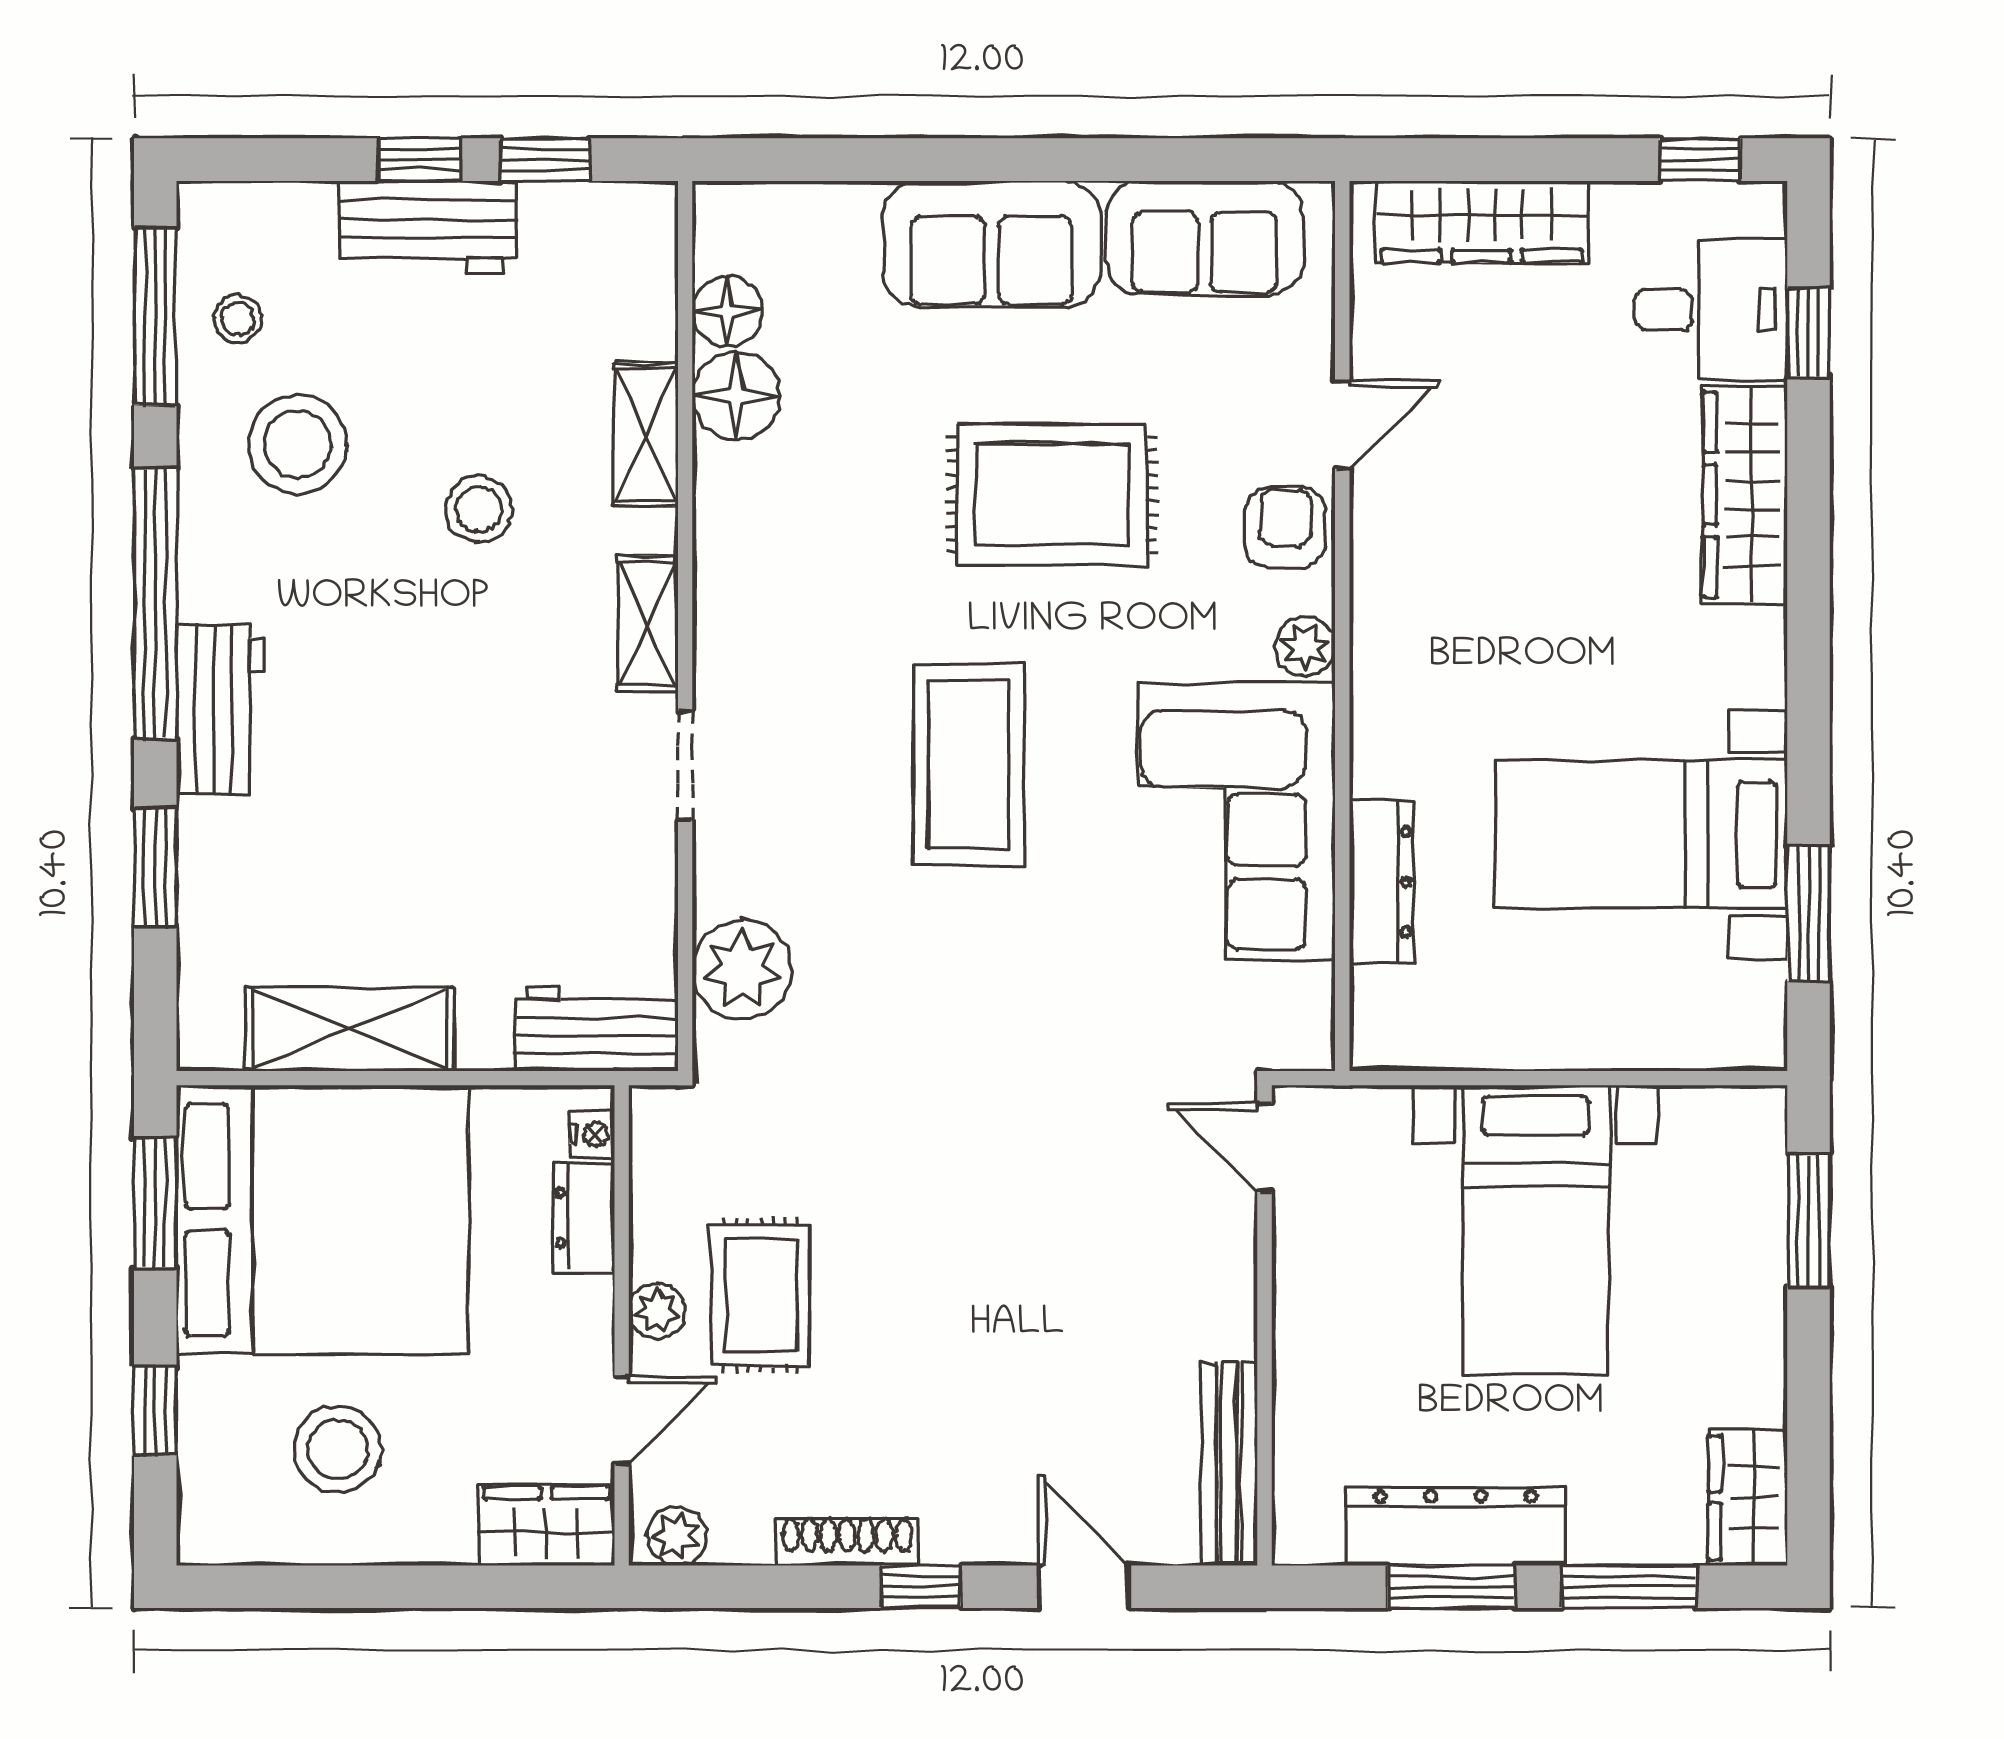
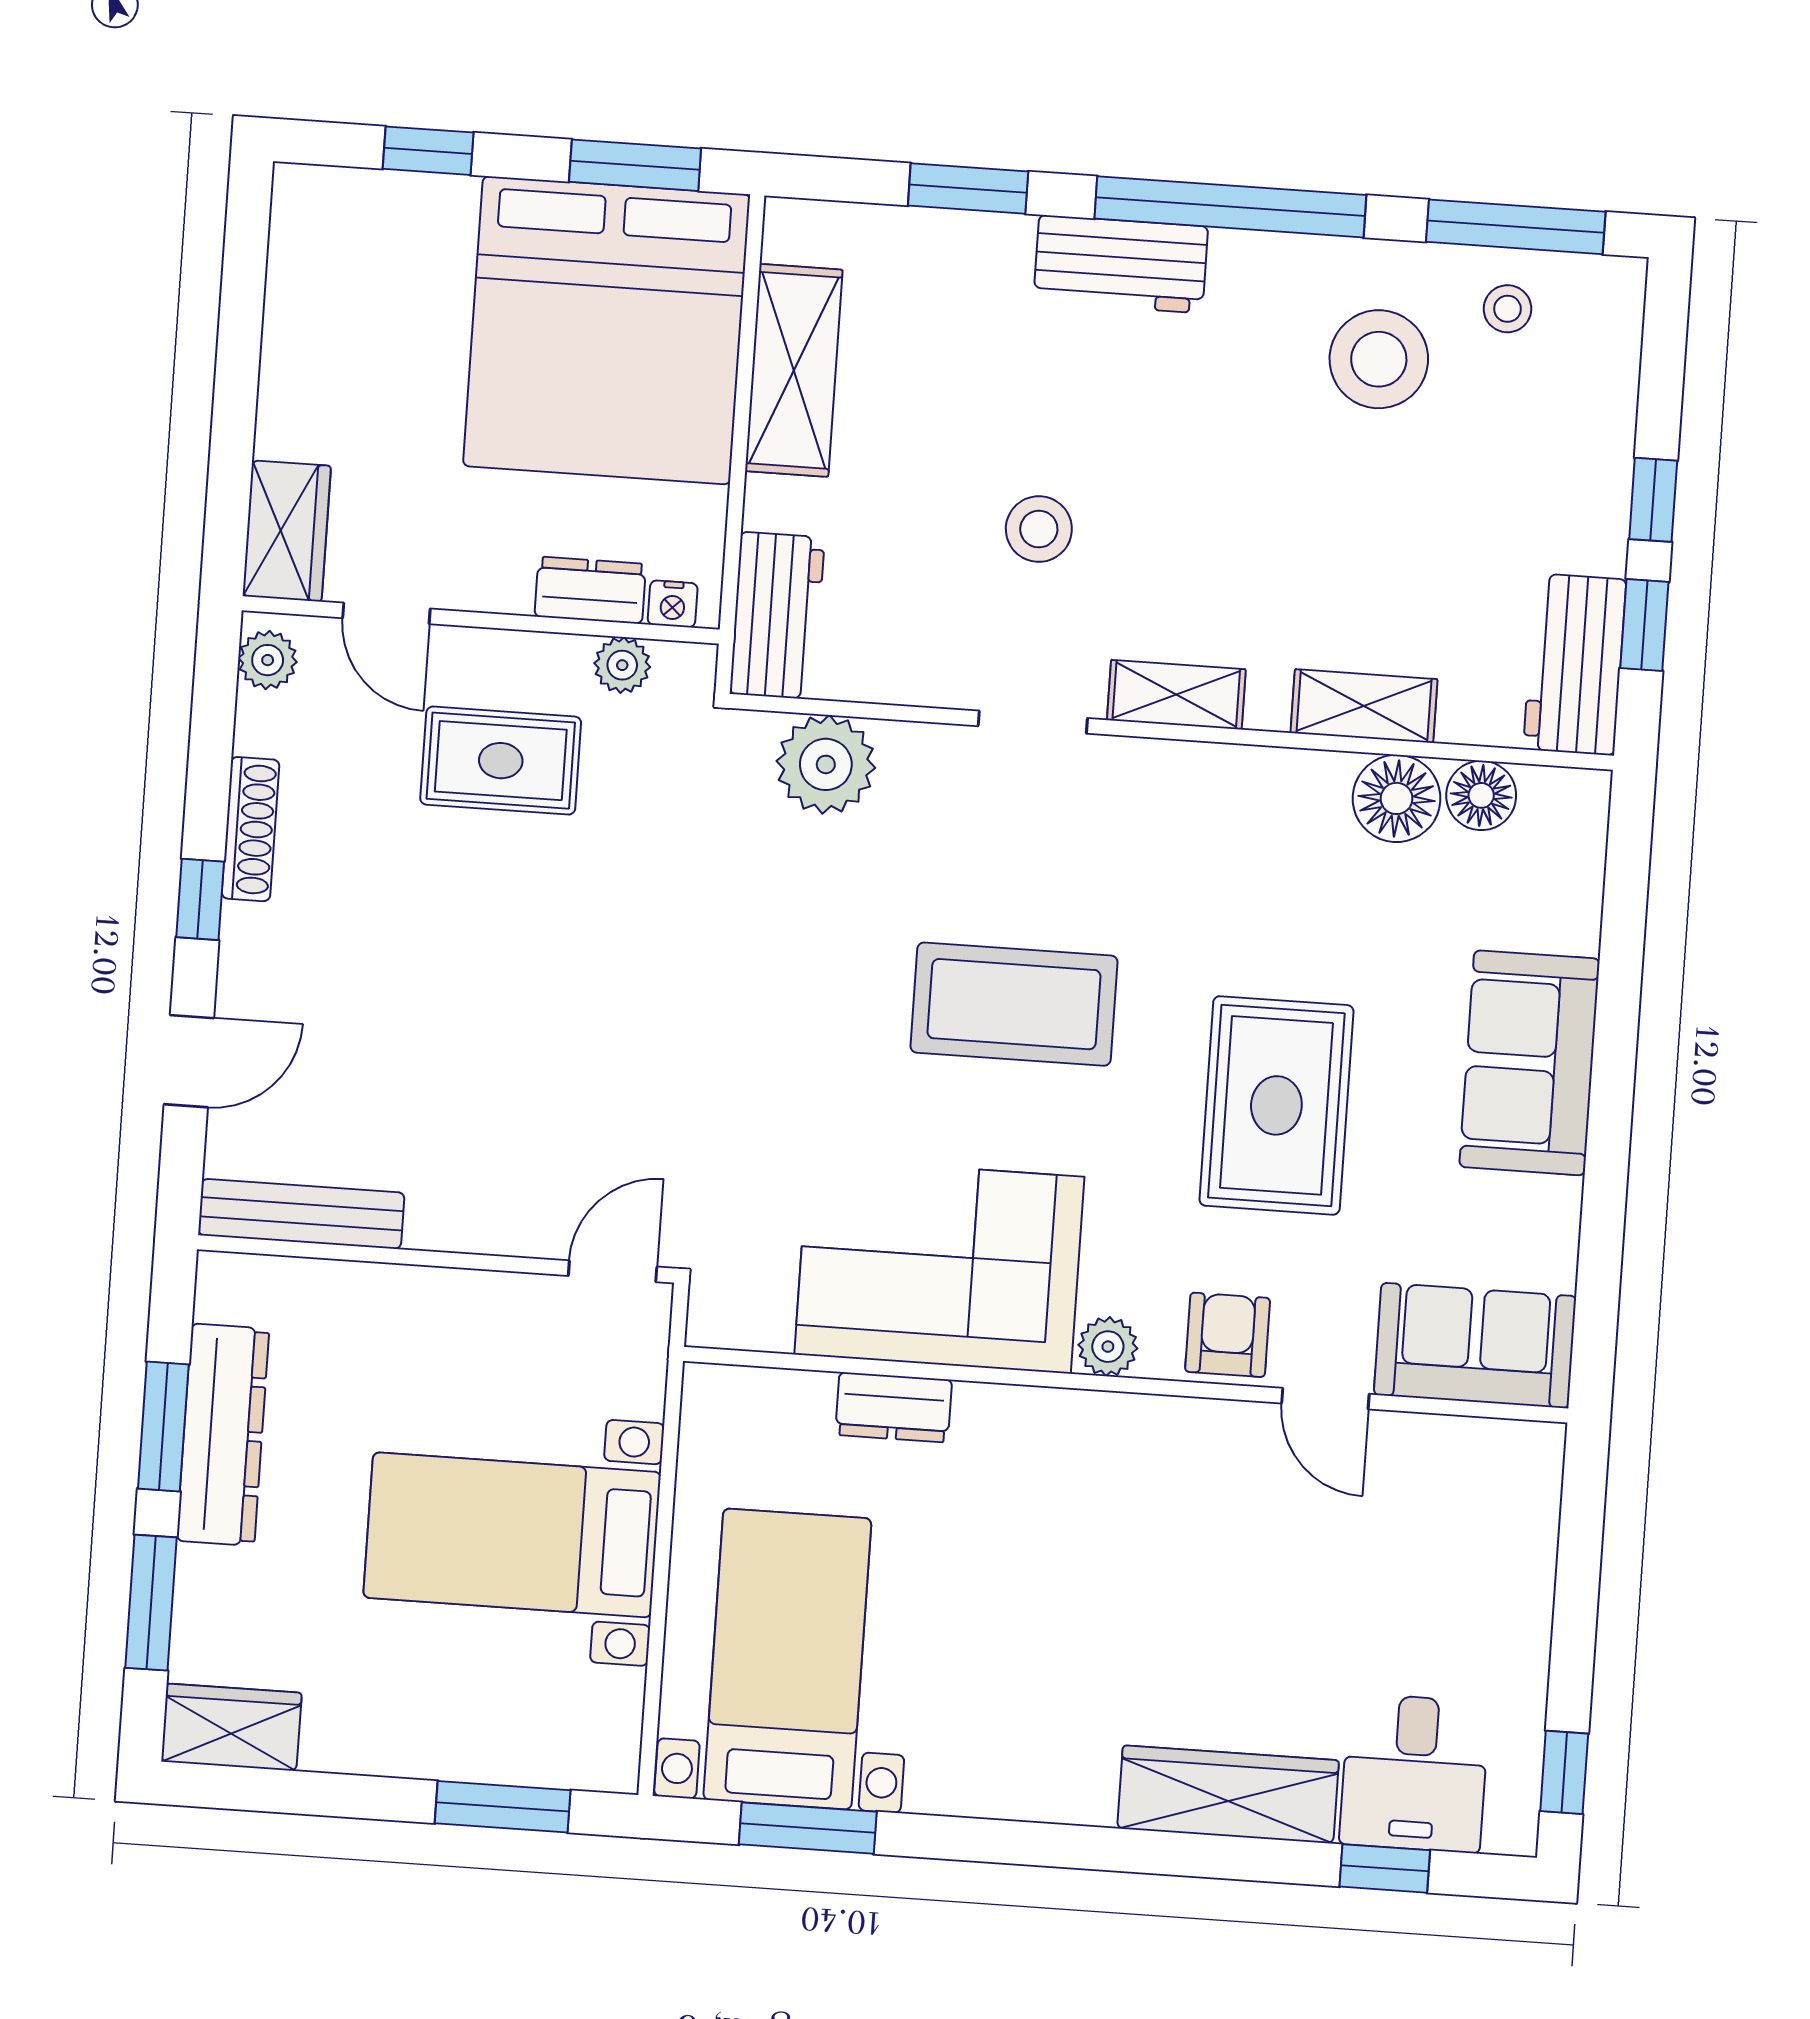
wardrobe: (1482, 222) -> (1518, 1551), removed
workbench: (428, 227) -> (1575, 664), moved
sofa: (1204, 237) -> (1475, 1345), moved, turned 90
stool: (479, 509) -> (1039, 529), moved
armchair: (1285, 527) -> (1228, 1335), turned -92
bed with nightstands: (1641, 834) -> (787, 1659), moved
dresser: (1381, 882) -> (894, 1407), width x0.70
plant: (657, 1311) -> (622, 665), moved
stool: (338, 1449) -> (377, 329), removed

